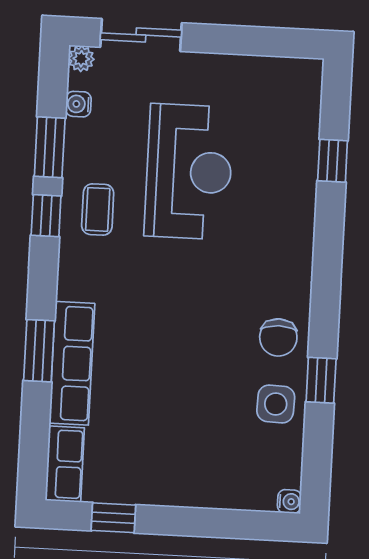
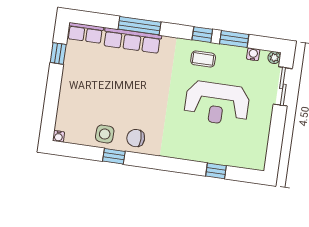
window: (39, 351) -> (139, 26), width x1.44

